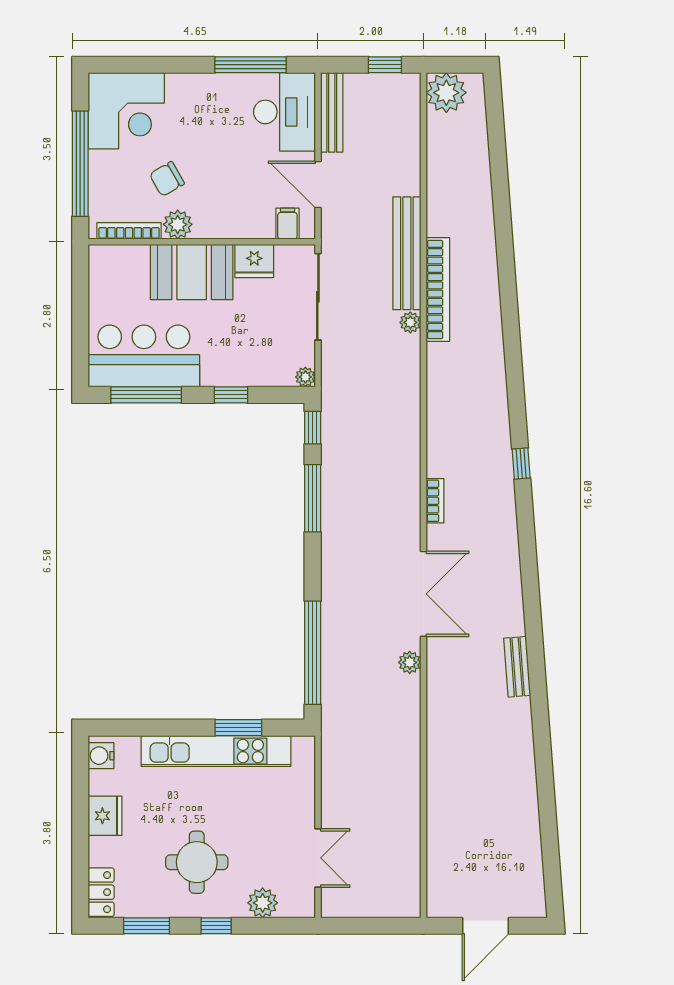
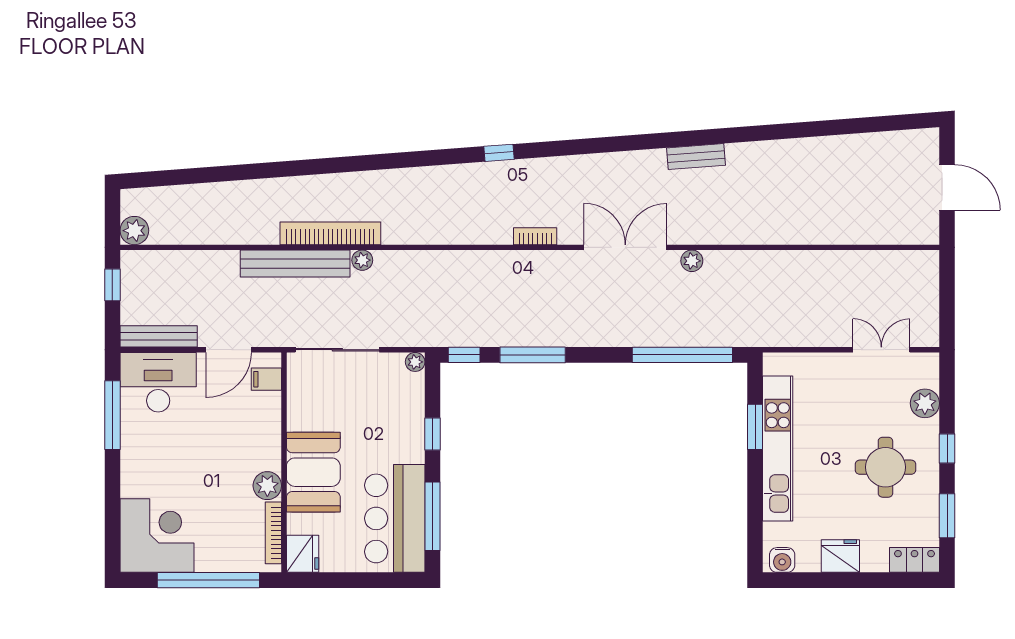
plant: (446, 93) -> (134, 231), width x0.73, depth x0.73
chair: (167, 179) -> (223, 496), removed
fridge: (254, 261) -> (303, 554), moved

